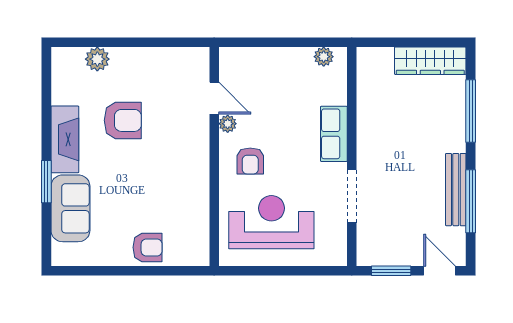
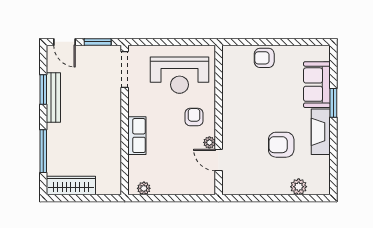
doorway: (352, 196) -> (125, 70), moved
window: (471, 201) -> (43, 89), width x0.69

